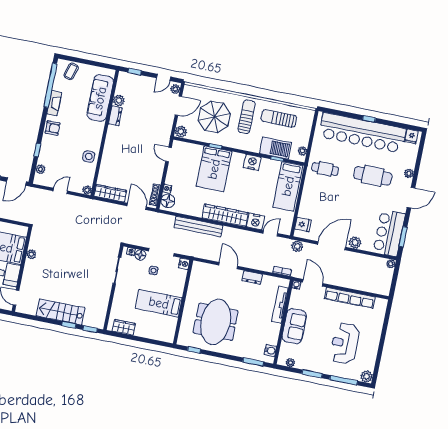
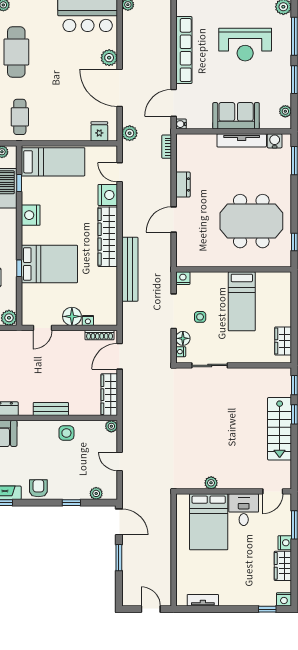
bench: (108, 149) -> (51, 409), added
floor lamp: (168, 201) -> (72, 316), moved
tv unit: (280, 305) -> (242, 140), moved

